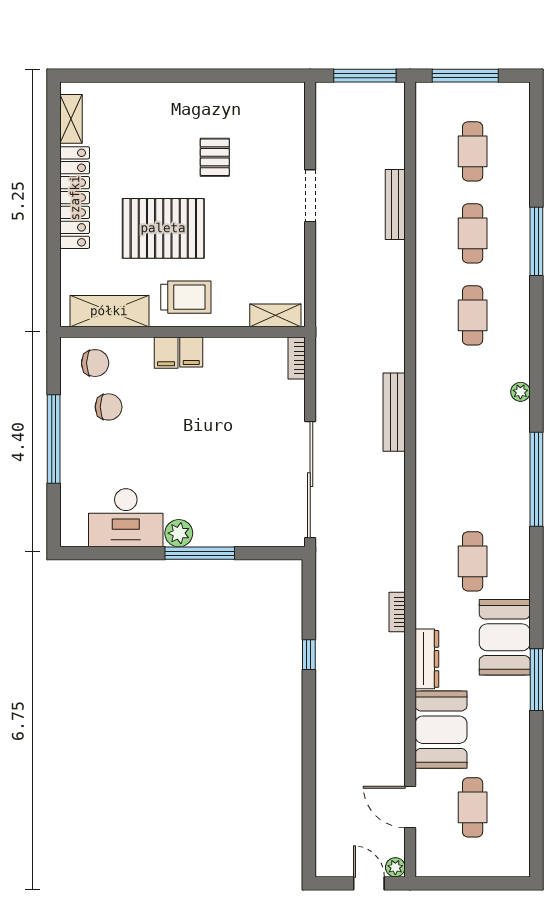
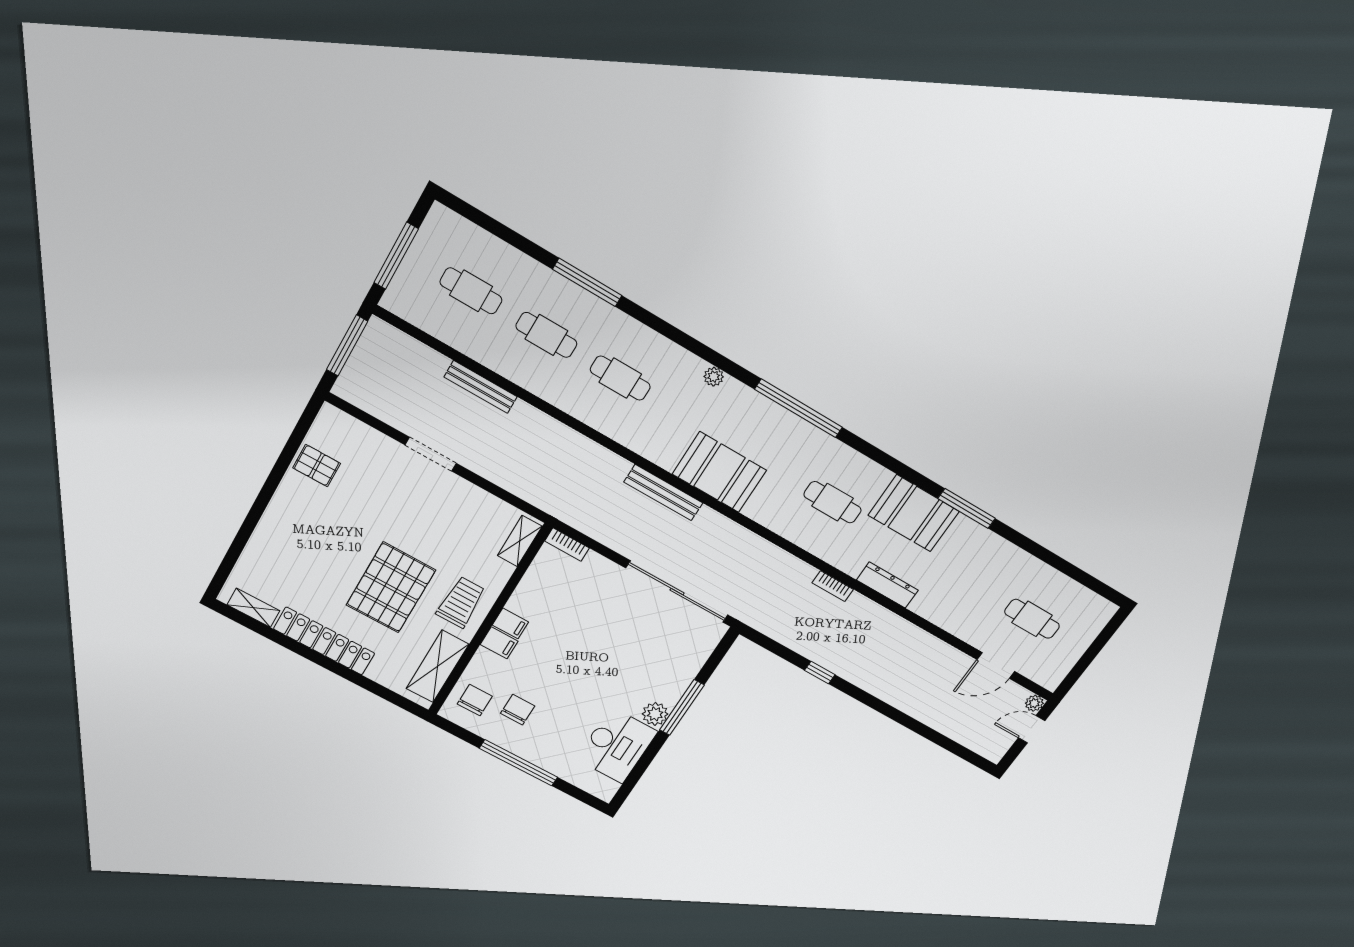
pallet: (215, 157) -> (317, 466), moved
booth: (441, 730) -> (719, 472), moved

